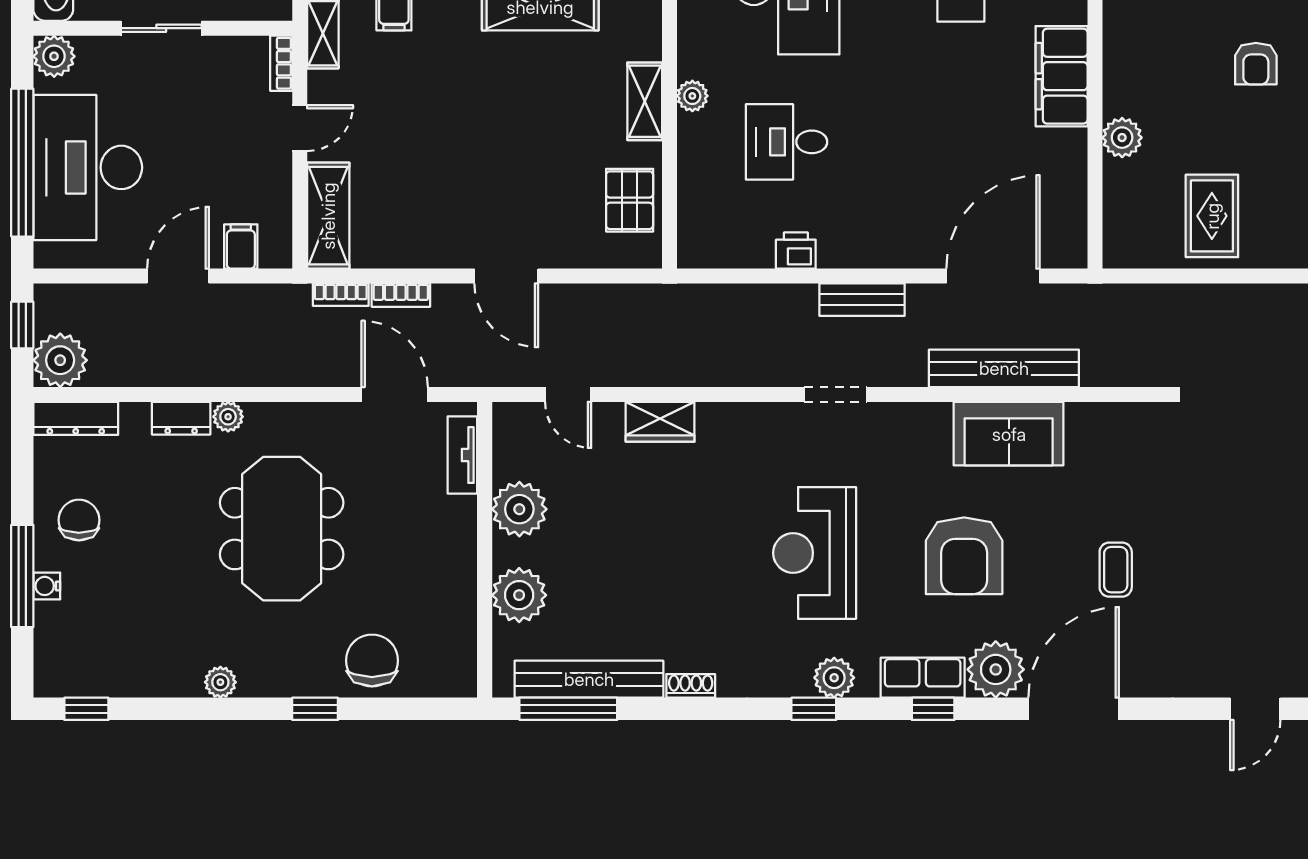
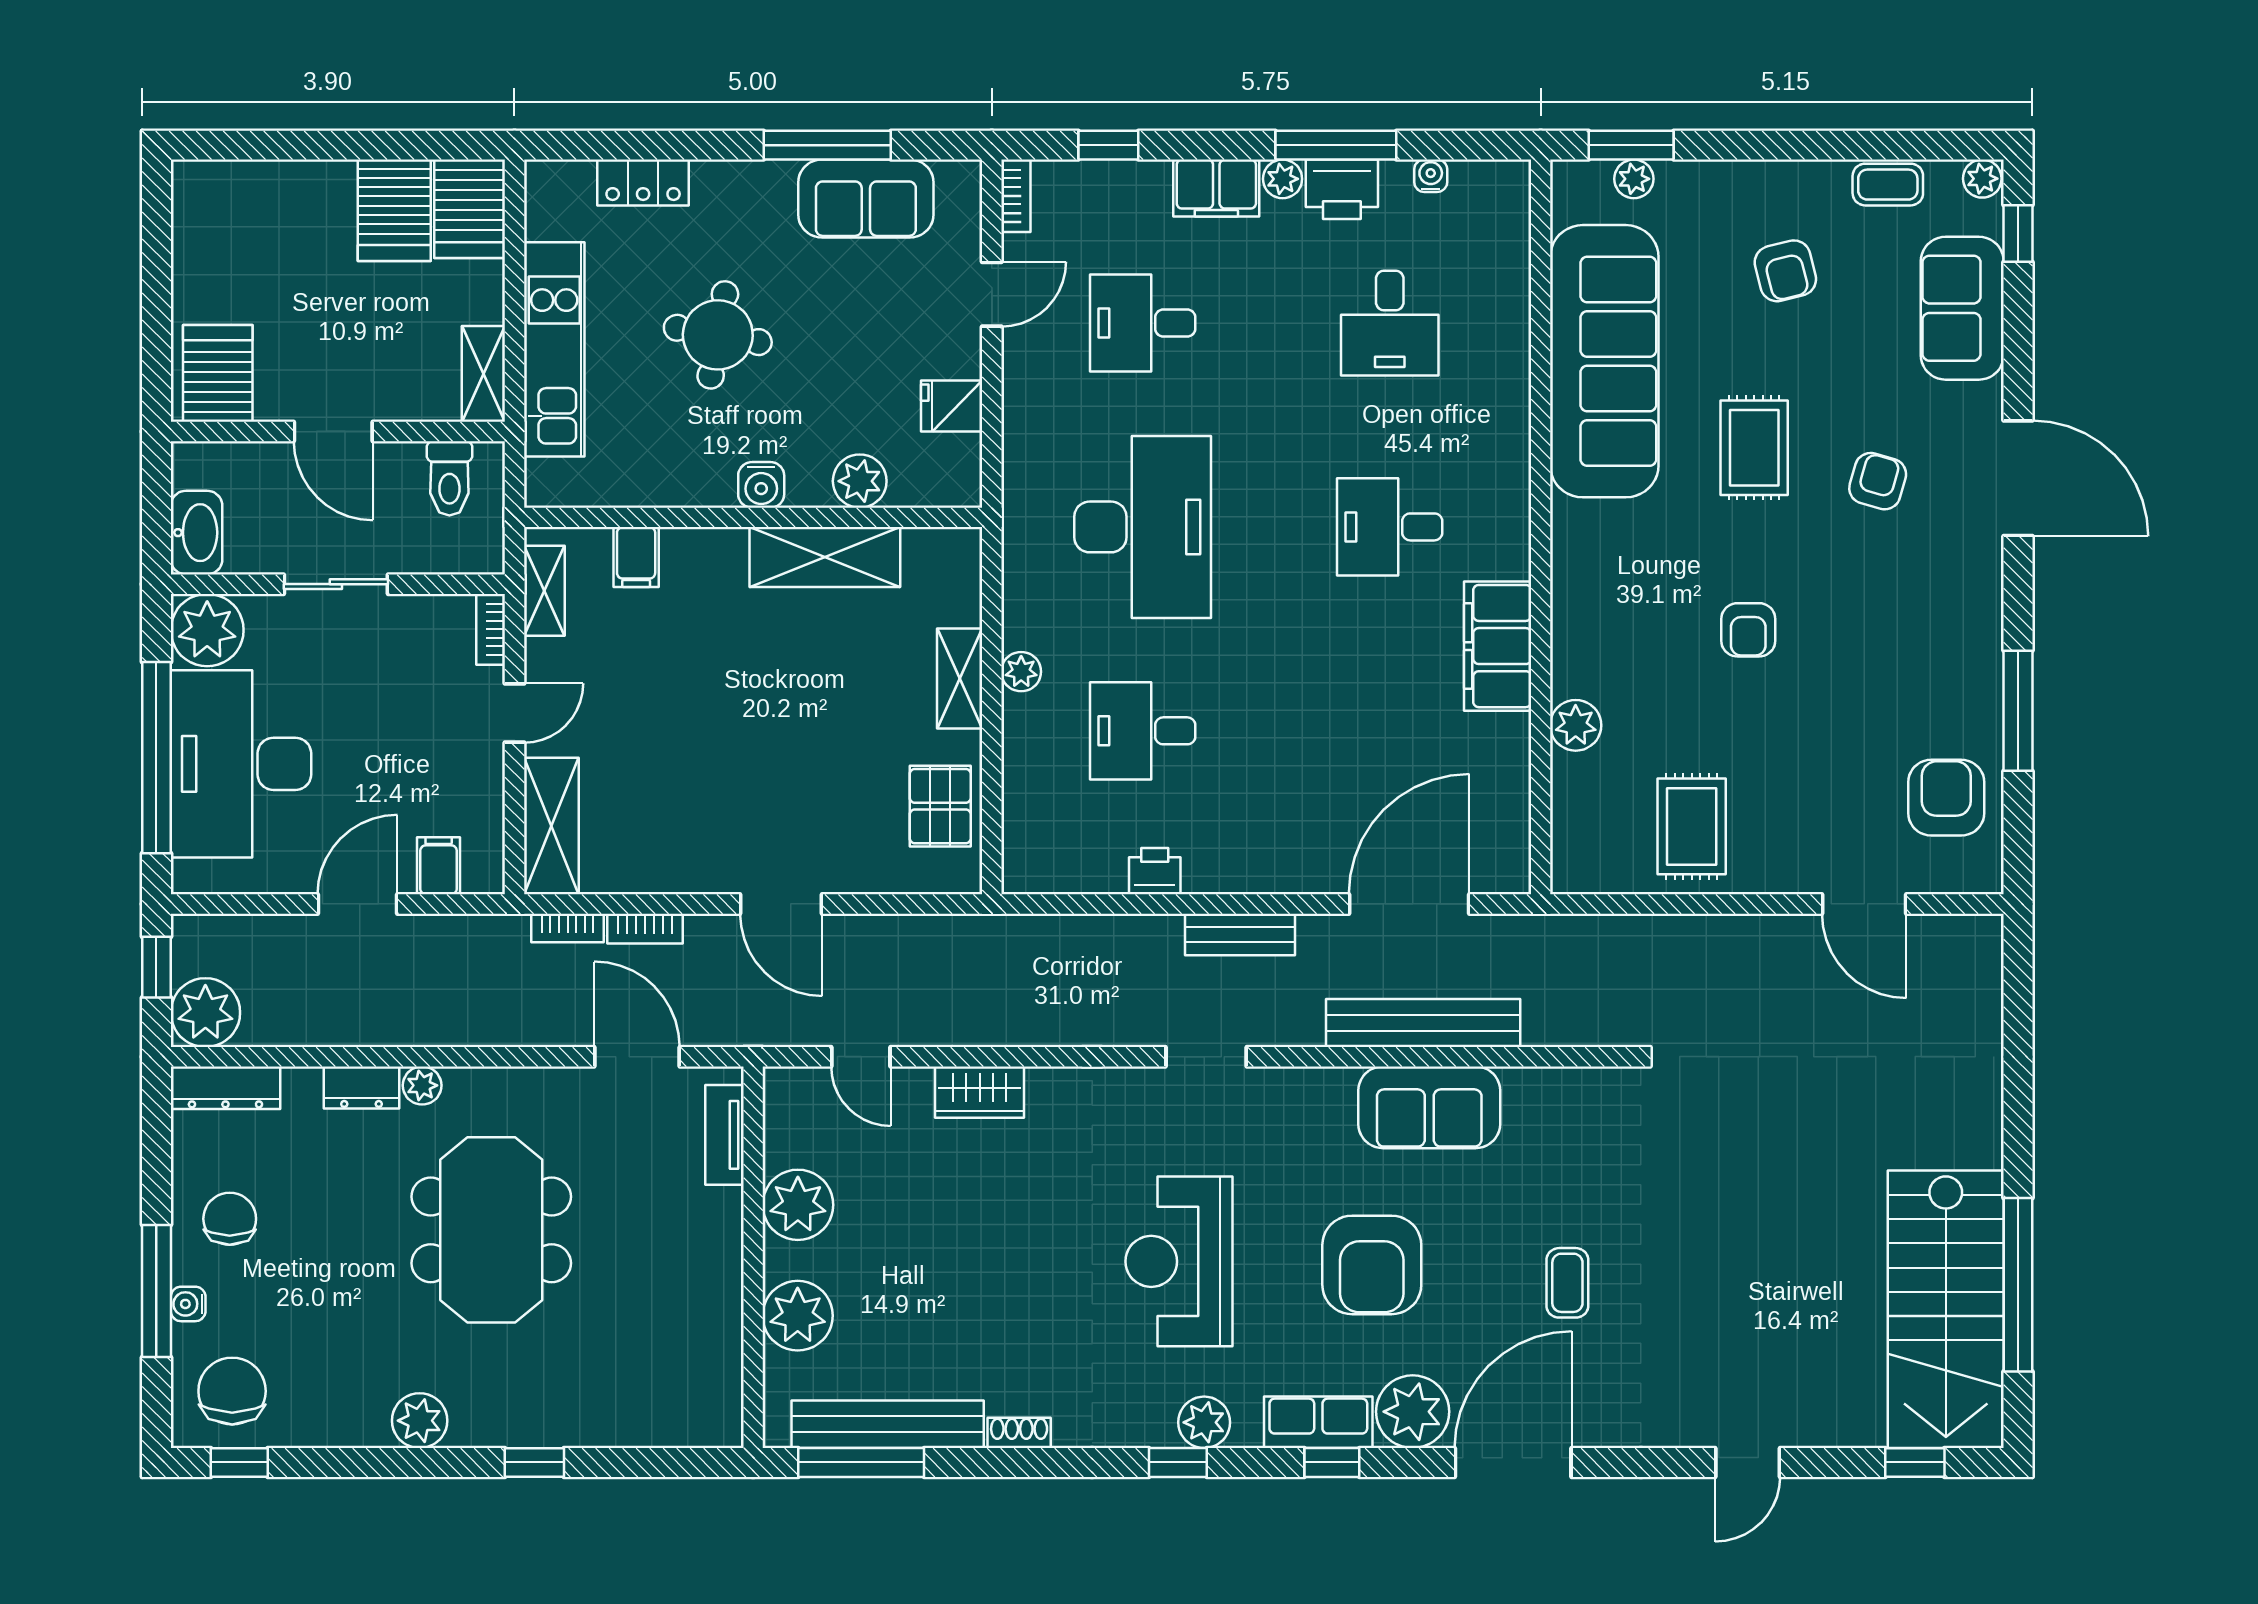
plant: (54, 56) -> (207, 630), width x1.36, depth x1.36
chair: (372, 661) -> (232, 1391), moved
plant: (220, 682) -> (420, 1421), width x1.38, depth x1.38

